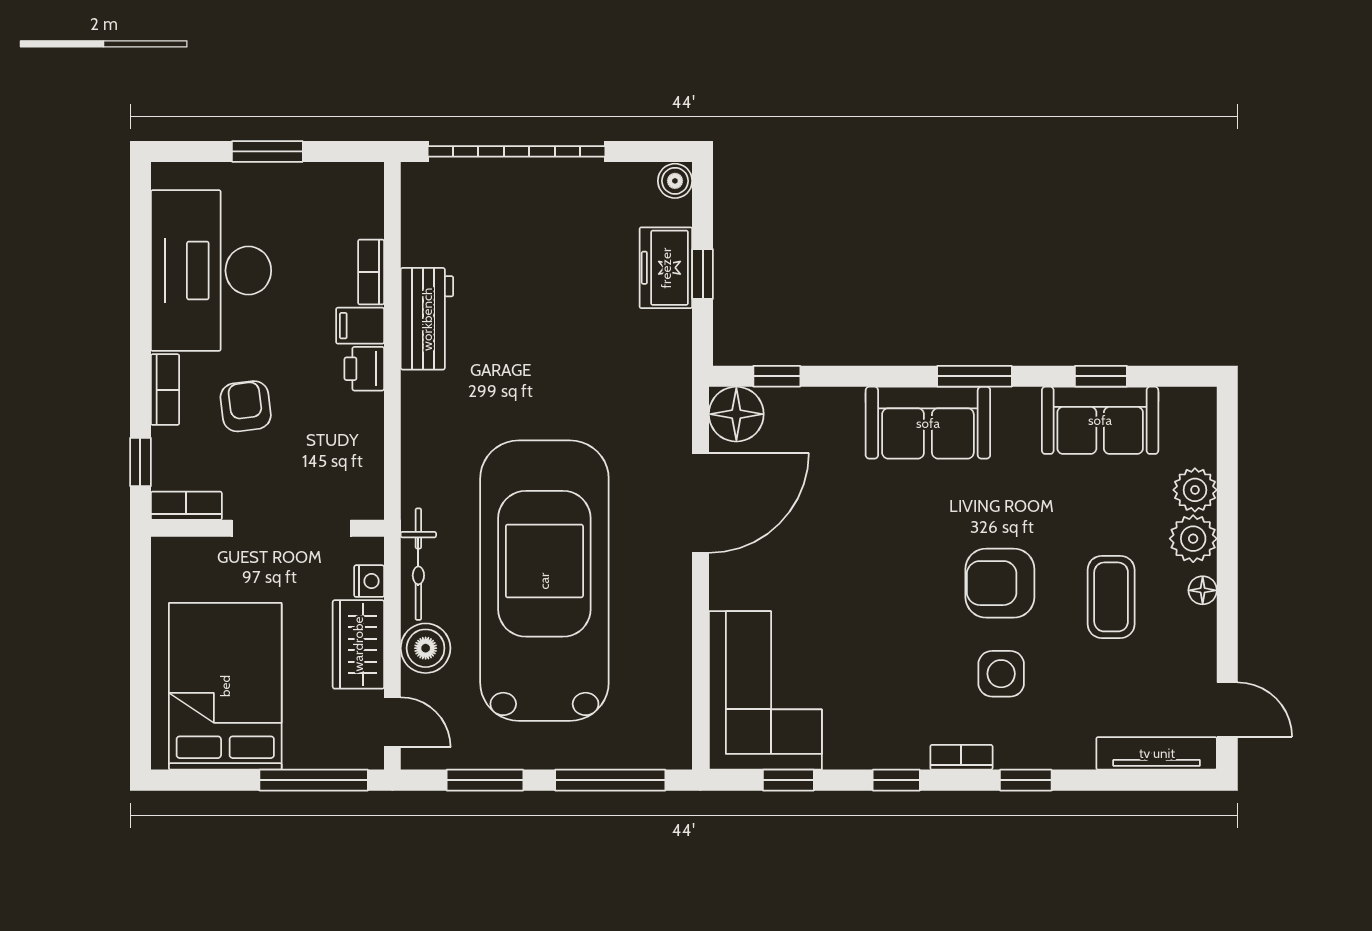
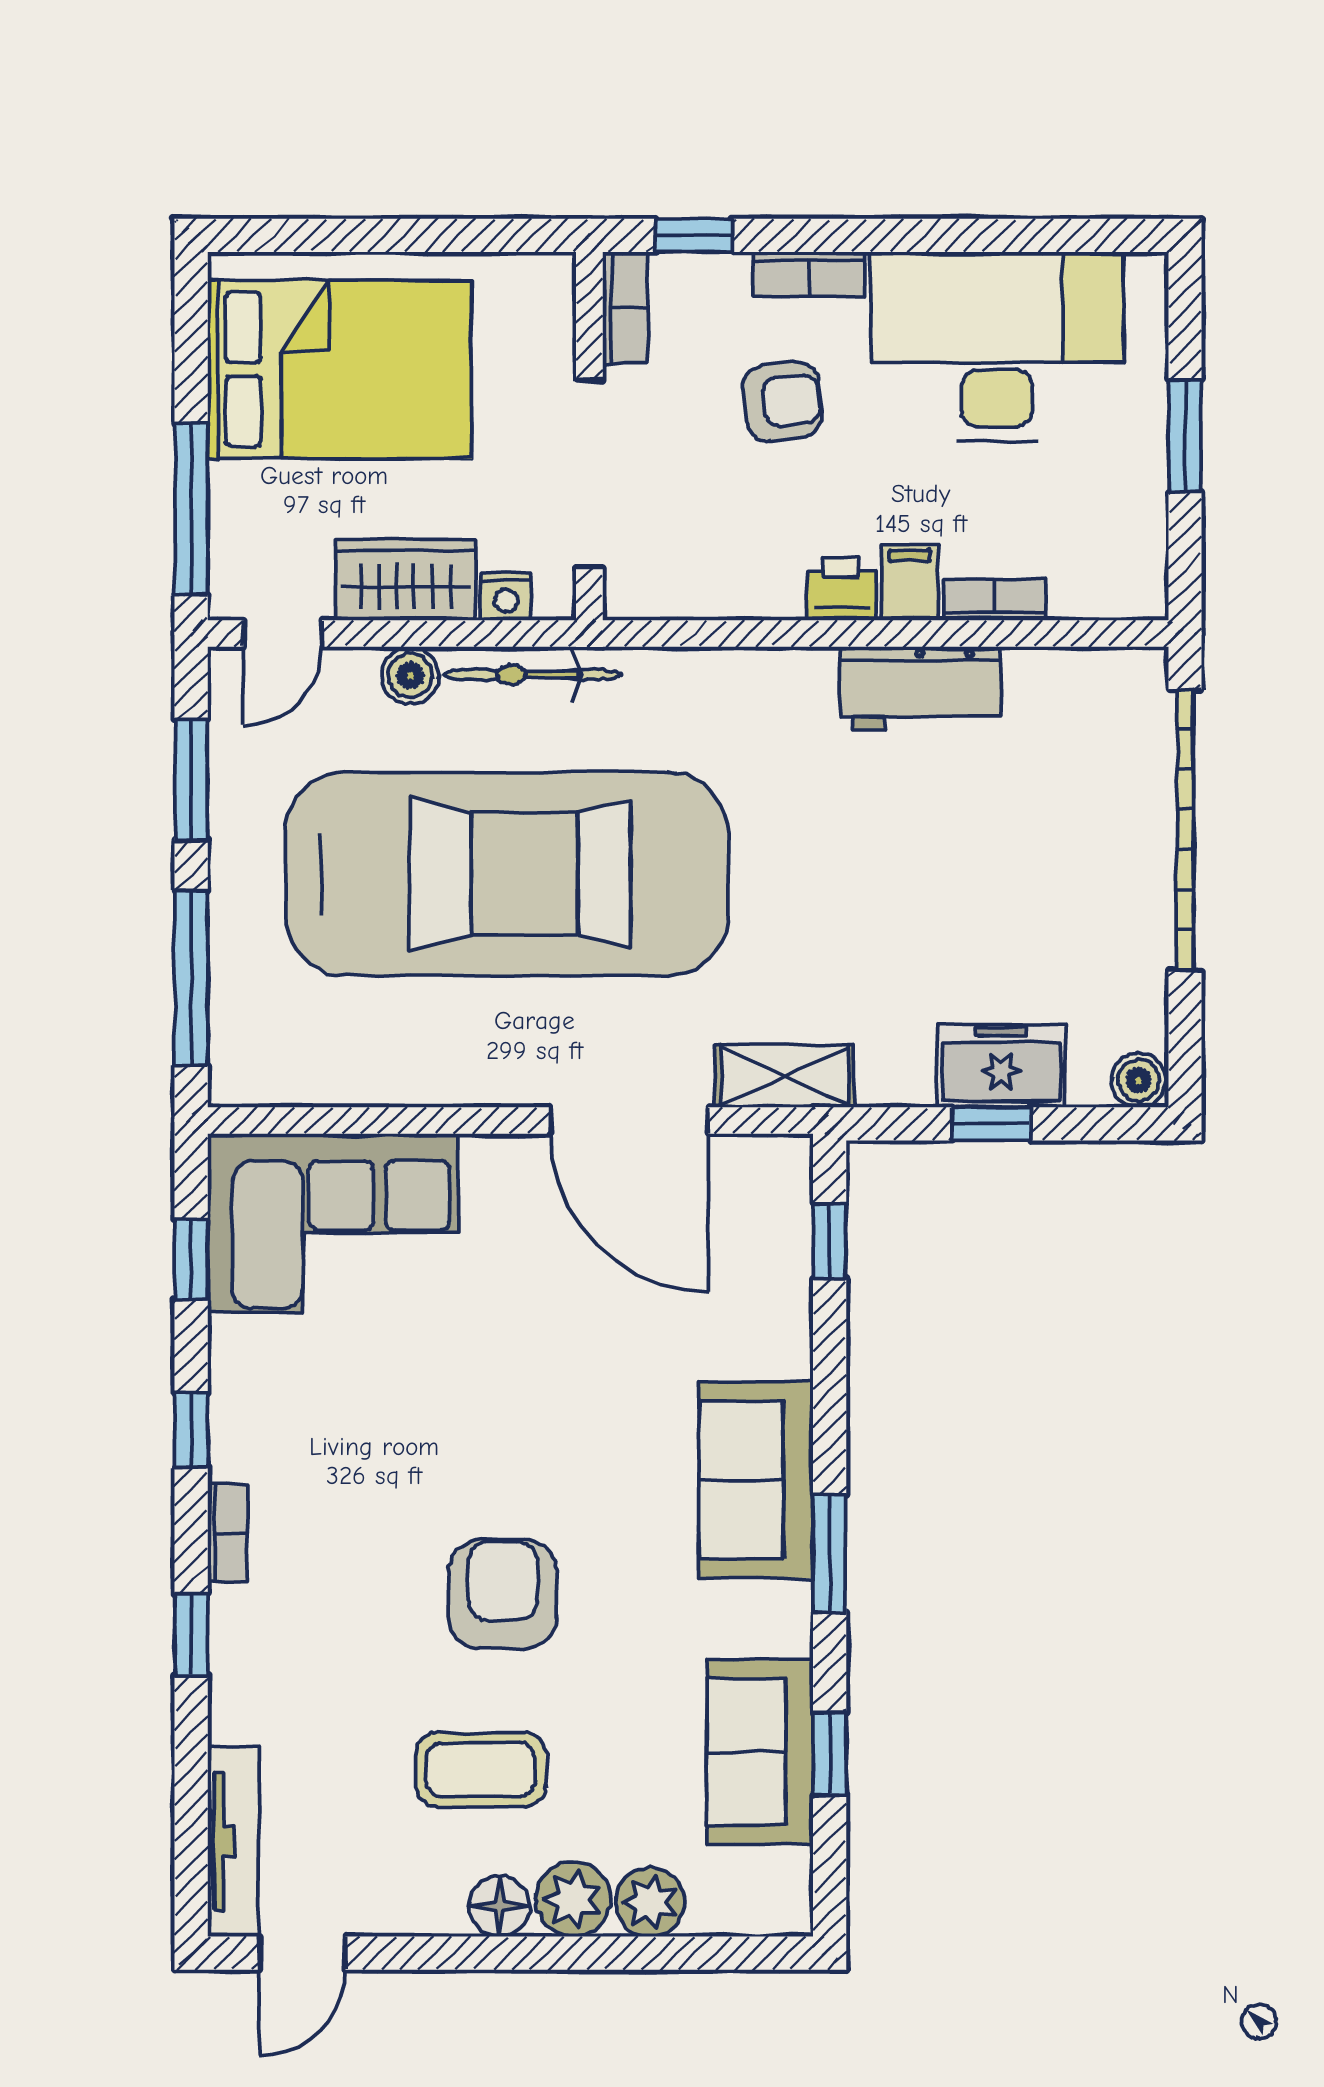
shelving: (672, 405) -> (784, 1076), added
floor lamp: (736, 414) -> (770, 1177), removed
floor lamp: (1203, 590) -> (500, 1906), width x1.37, depth x1.37
boiler: (426, 648) -> (410, 675), width x0.73, depth x0.73
side table: (1001, 674) -> (359, 1596), removed

